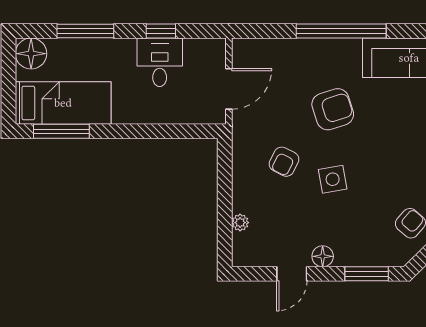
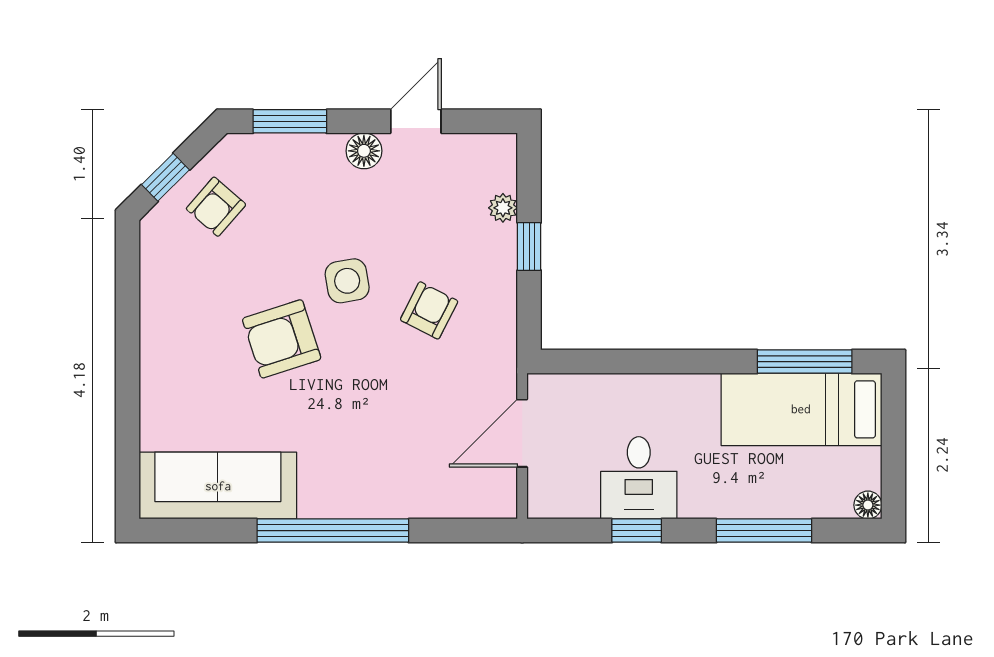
floor lamp: (31, 54) -> (868, 505), width x0.53, depth x0.53
armchair: (333, 109) -> (282, 339), moved
window: (225, 200) -> (529, 247), added

